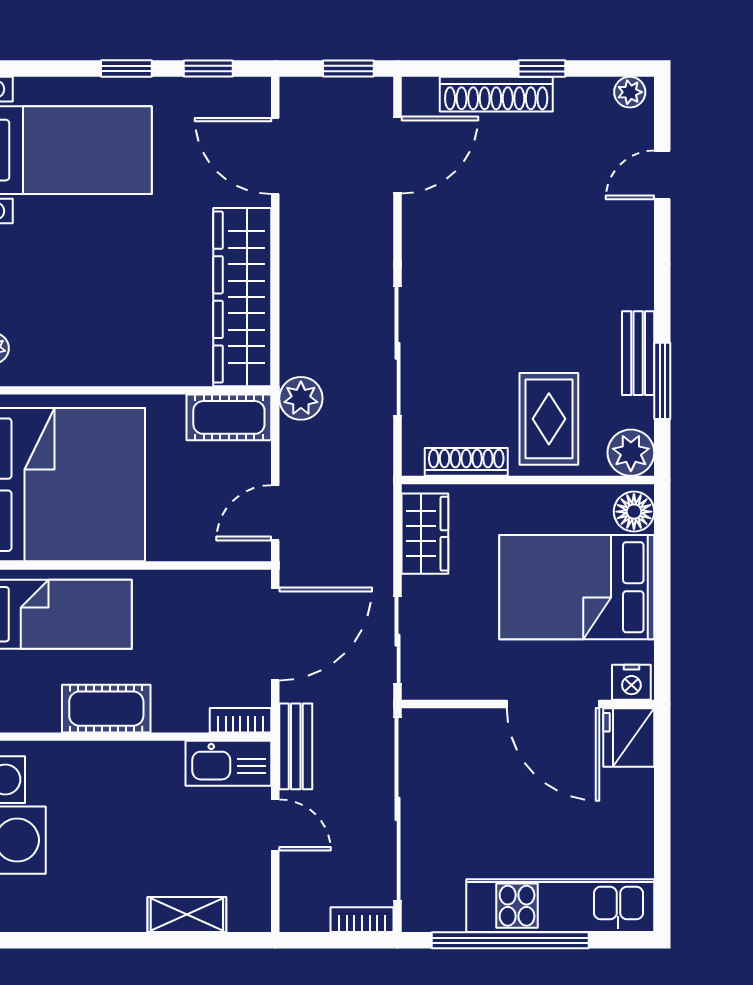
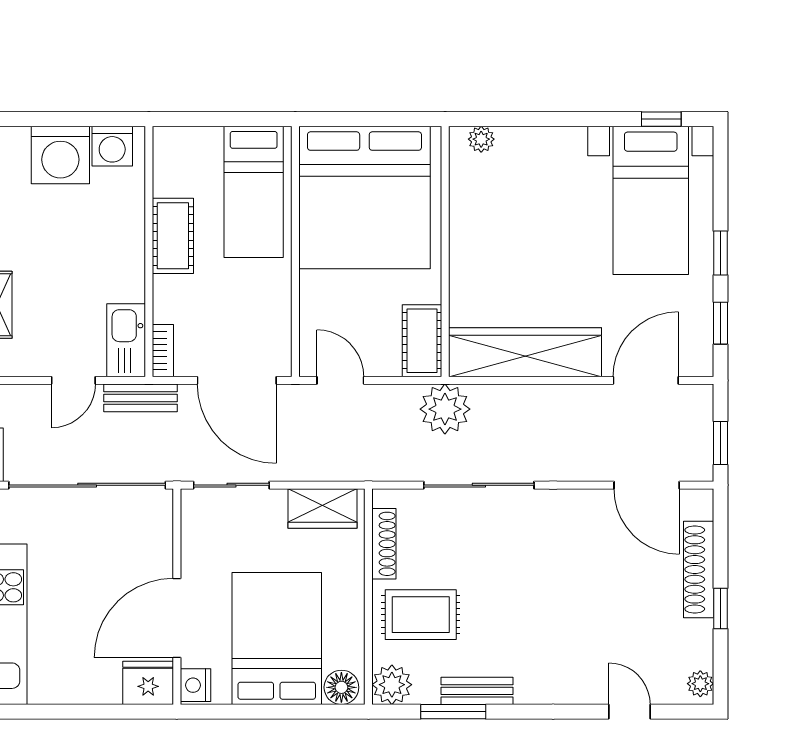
plant: (301, 398) -> (445, 409), width x1.36, depth x1.36

